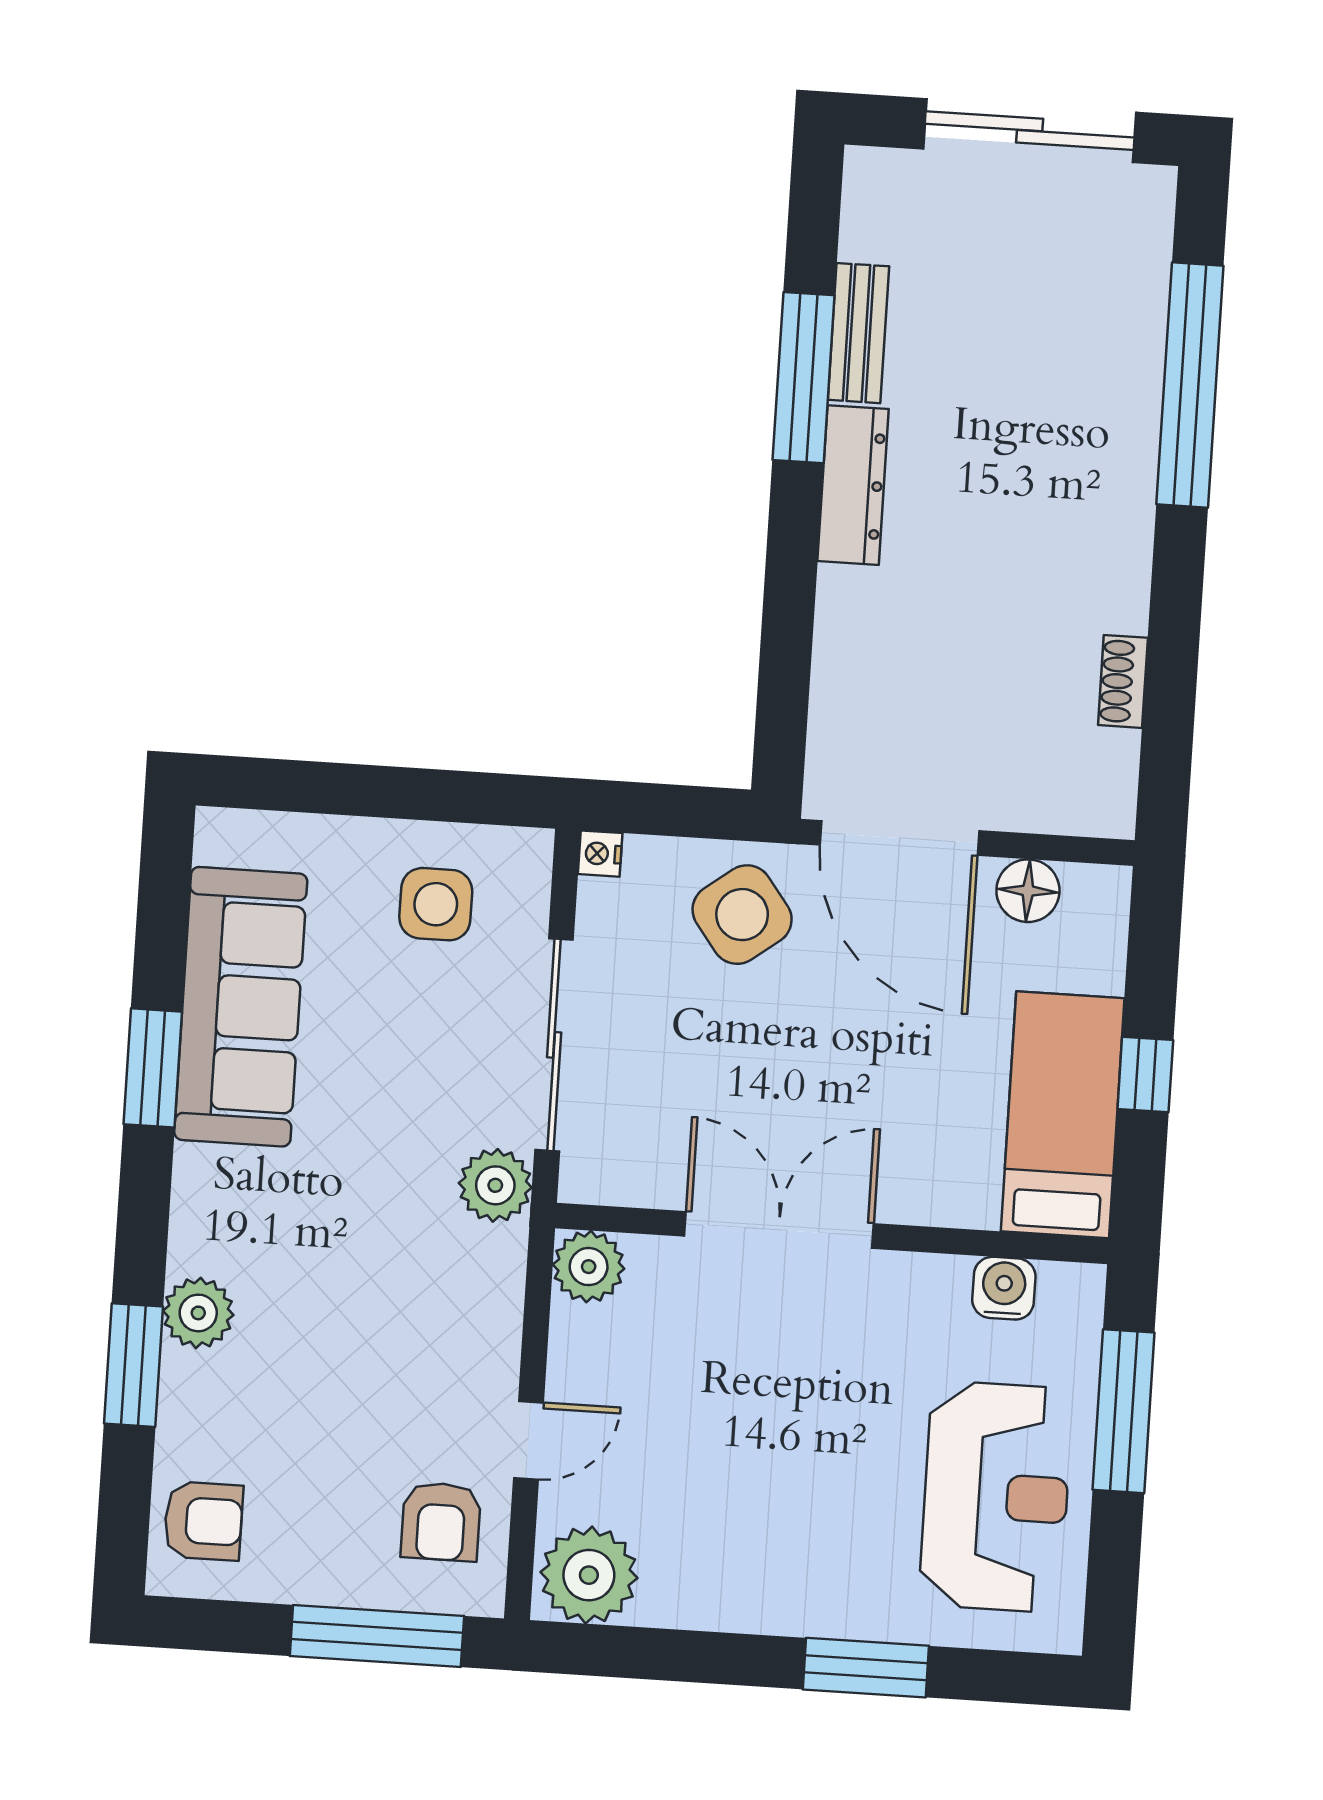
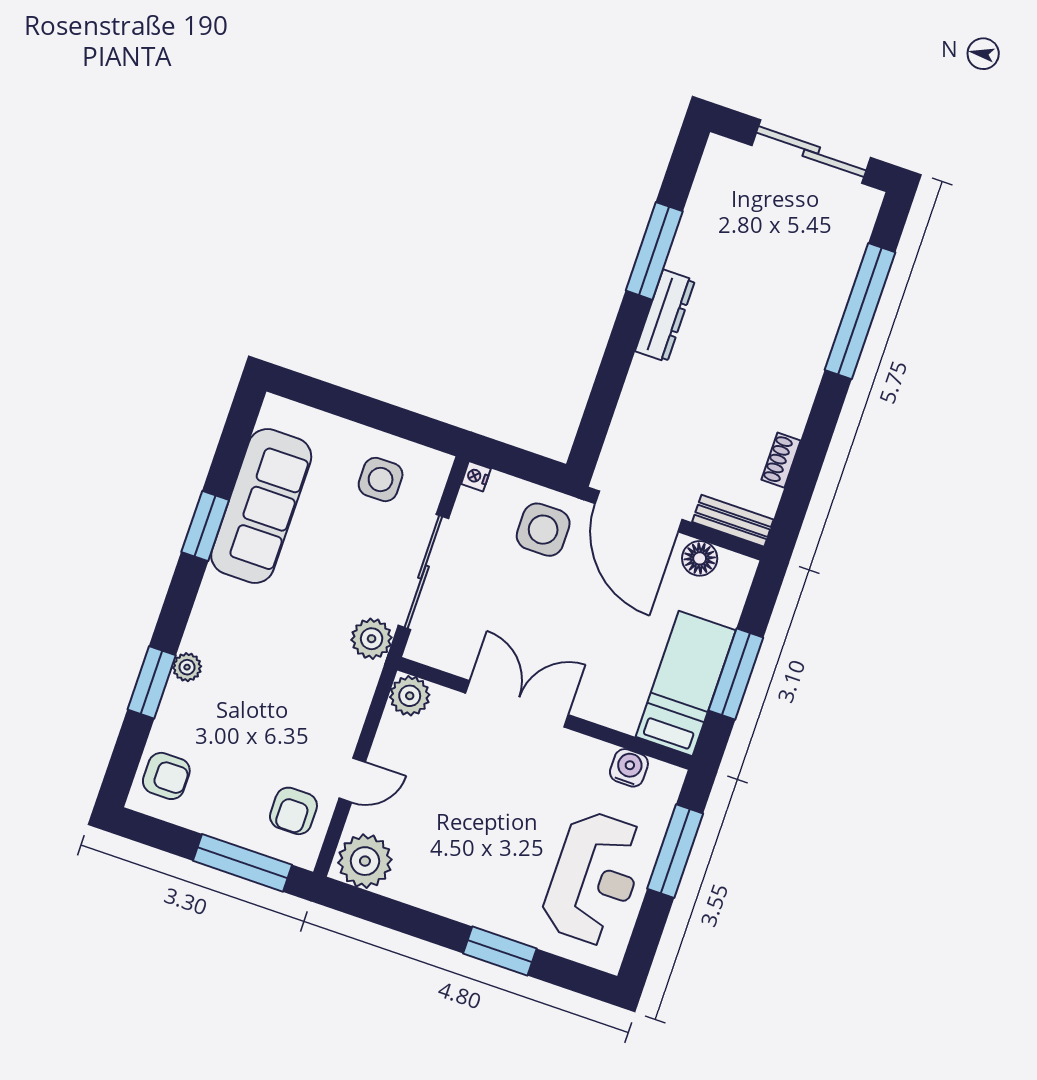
bench: (858, 333) -> (733, 521), moved, turned 90
side table: (742, 915) -> (543, 530), turned 37
window: (1145, 1075) -> (736, 674), width x2.17
plant: (198, 1313) -> (187, 667), width x0.73, depth x0.73

